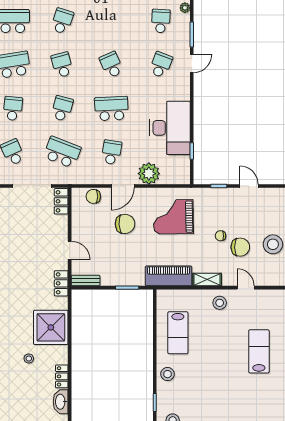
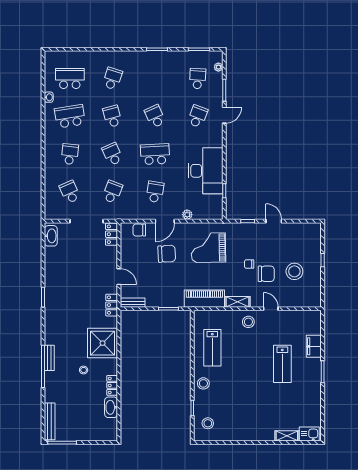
school desk: (62, 109) -> (112, 154), turned -39
school desk: (62, 152) -> (112, 192), width x0.54
plant: (149, 174) -> (187, 215), width x0.53, depth x0.53
lab bench: (259, 351) -> (282, 364), turned 180

